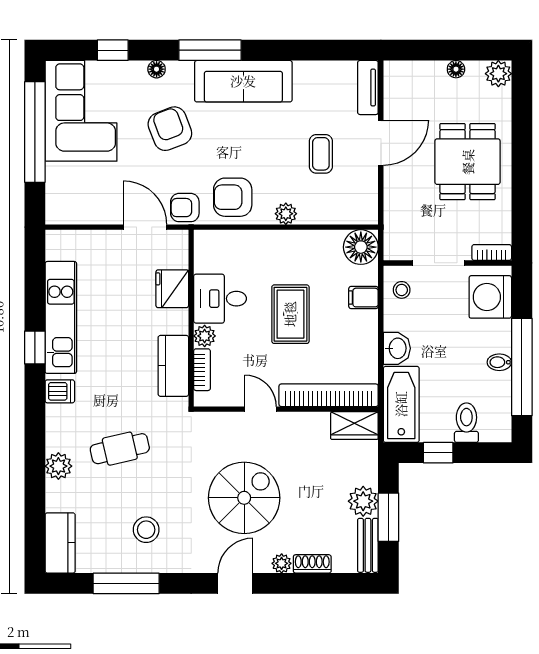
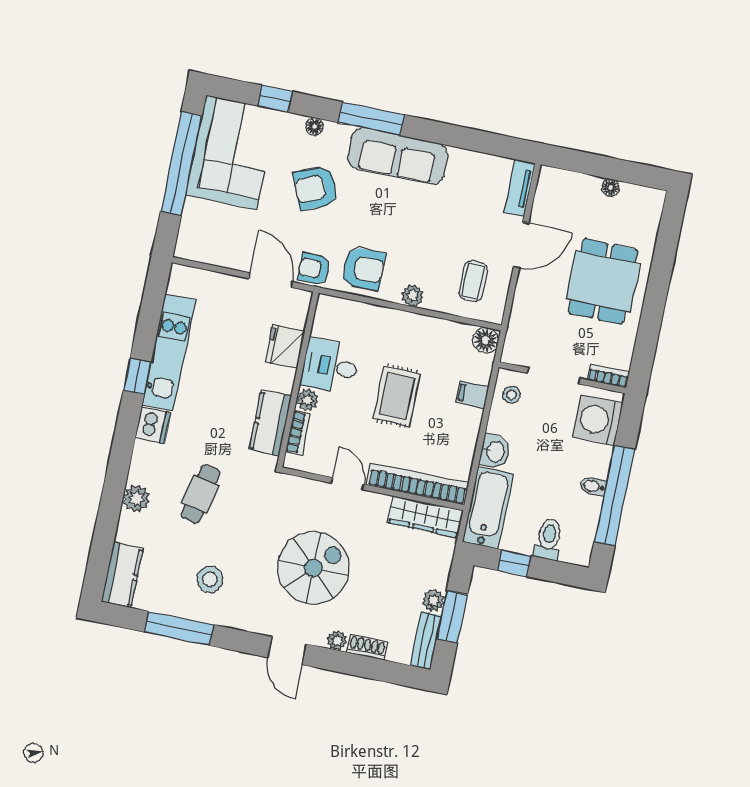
plant: (498, 74) -> (651, 201), removed
armchair: (170, 129) -> (316, 188), turned -92
coffee table: (321, 154) -> (473, 281), moved
armchair: (233, 197) -> (364, 269), turned 180
floor lamp: (361, 247) -> (486, 340), width x0.73, depth x0.73
dishwasher: (60, 391) -> (153, 425), width x1.38
wardrobe: (354, 425) -> (425, 517), width x1.50
cafe table: (120, 449) -> (200, 494), turned -65
plant: (363, 501) -> (434, 601), width x0.73, depth x0.73
door: (235, 583) -> (287, 651), swing flipped

